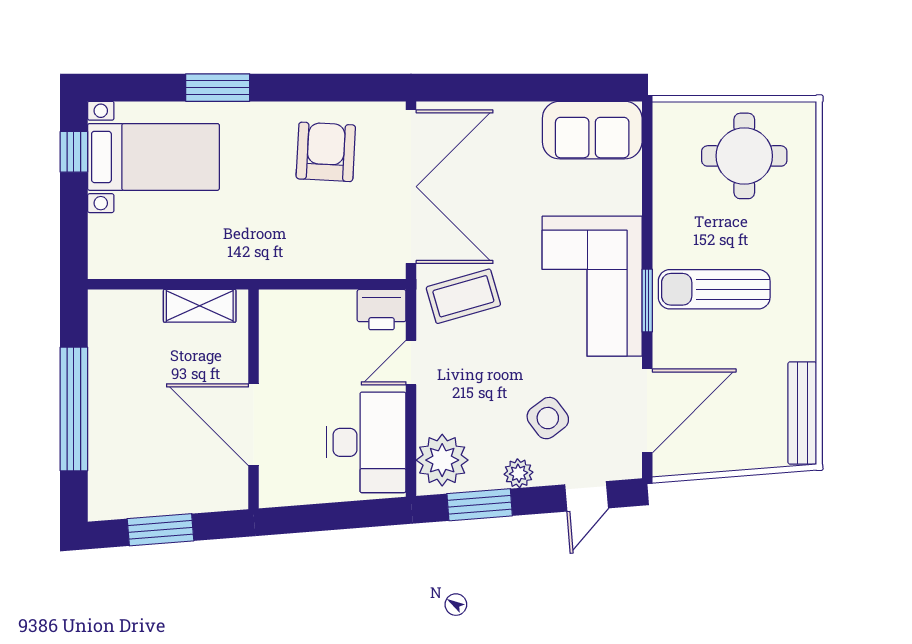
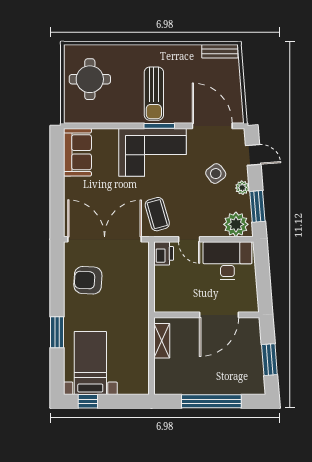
bench: (802, 413) -> (220, 51), width x0.73

